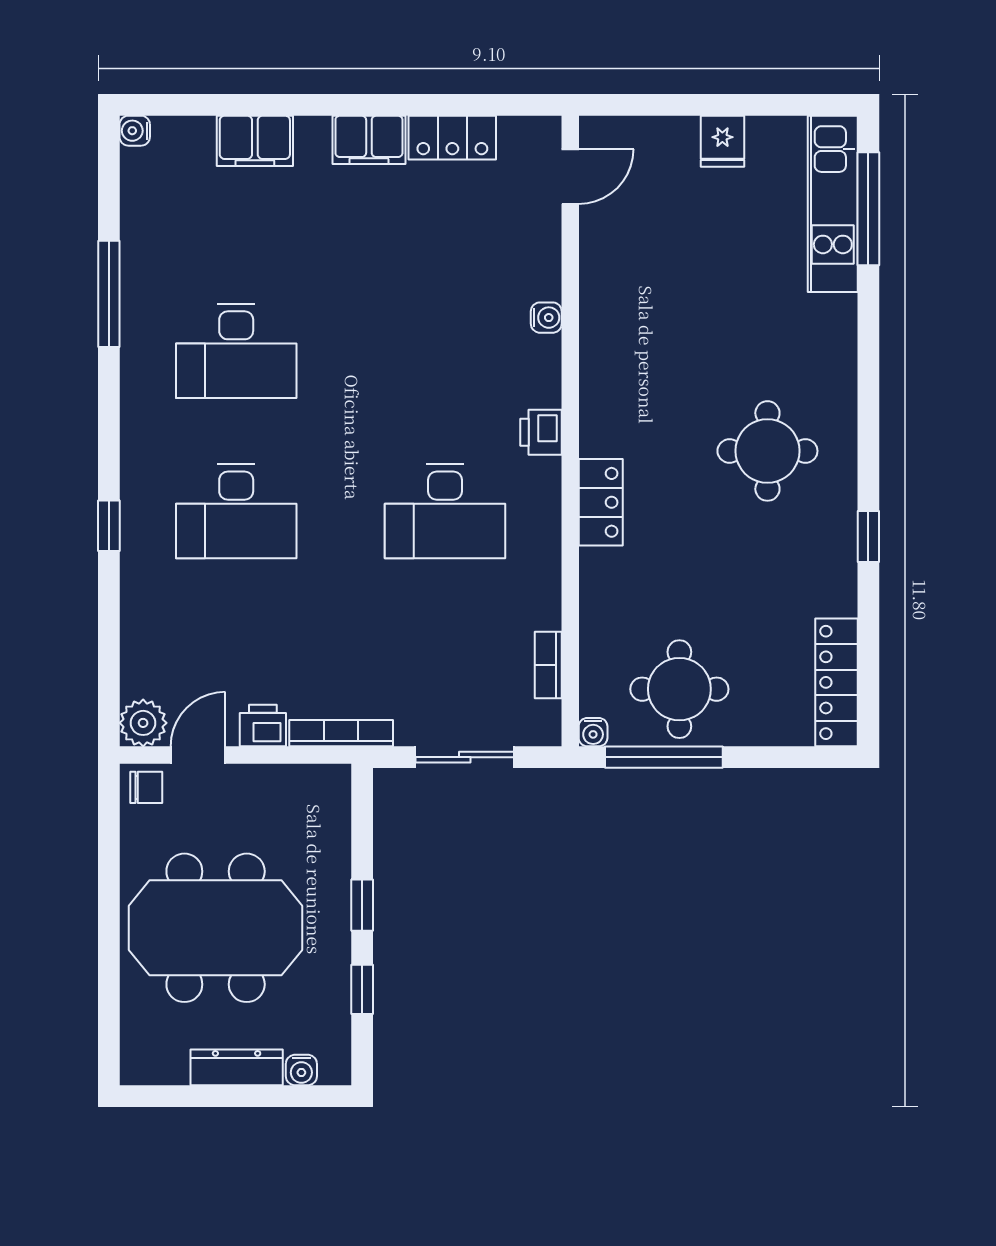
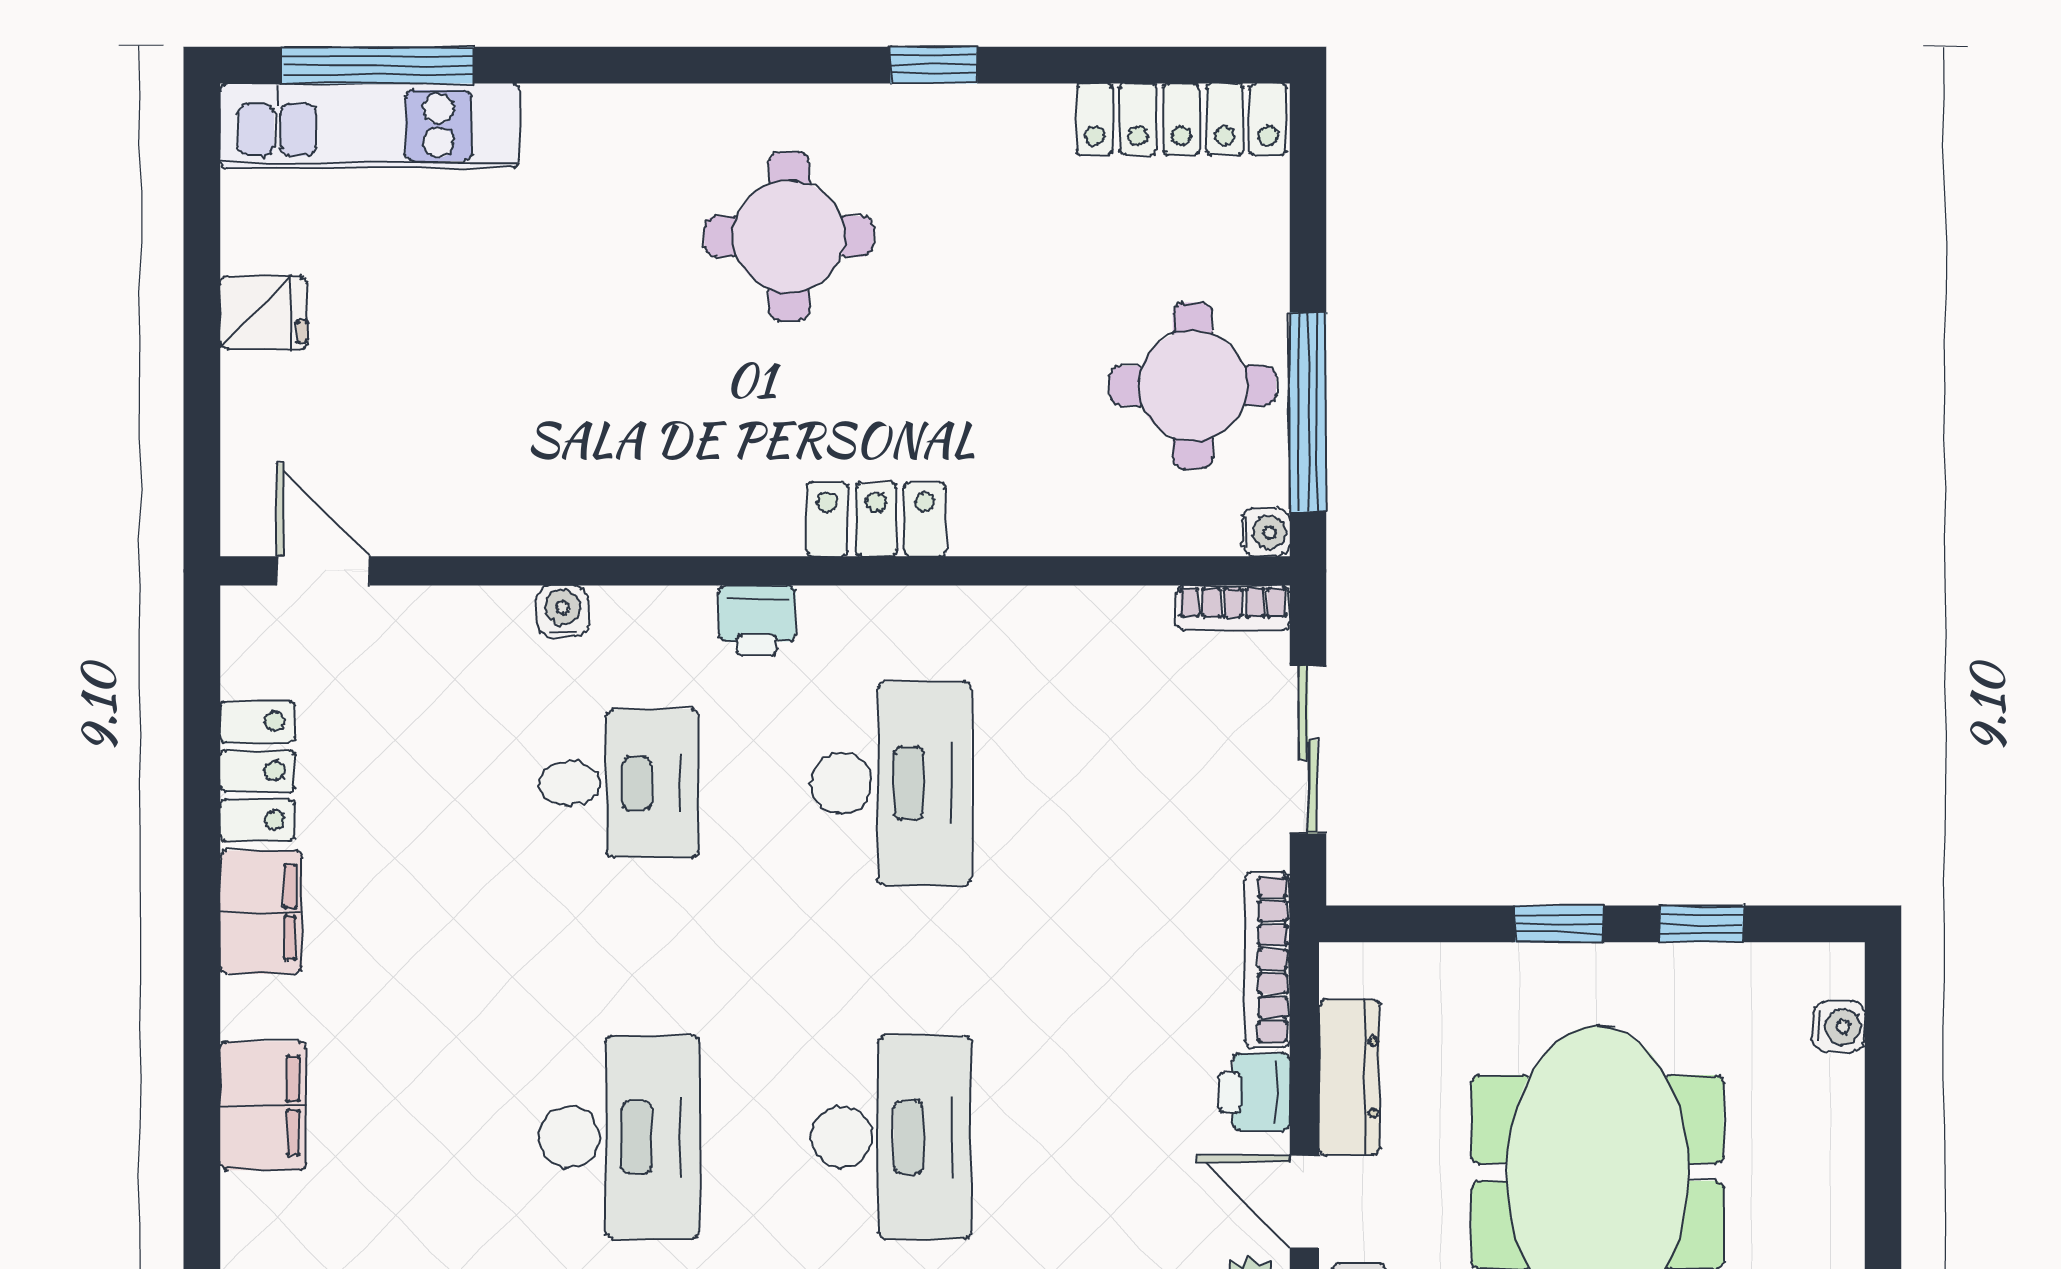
desk: (445, 351) -> (619, 783), added
bookcase: (548, 665) -> (1233, 608), moved
dresser: (237, 1067) -> (1349, 1077), moved, turned 180

